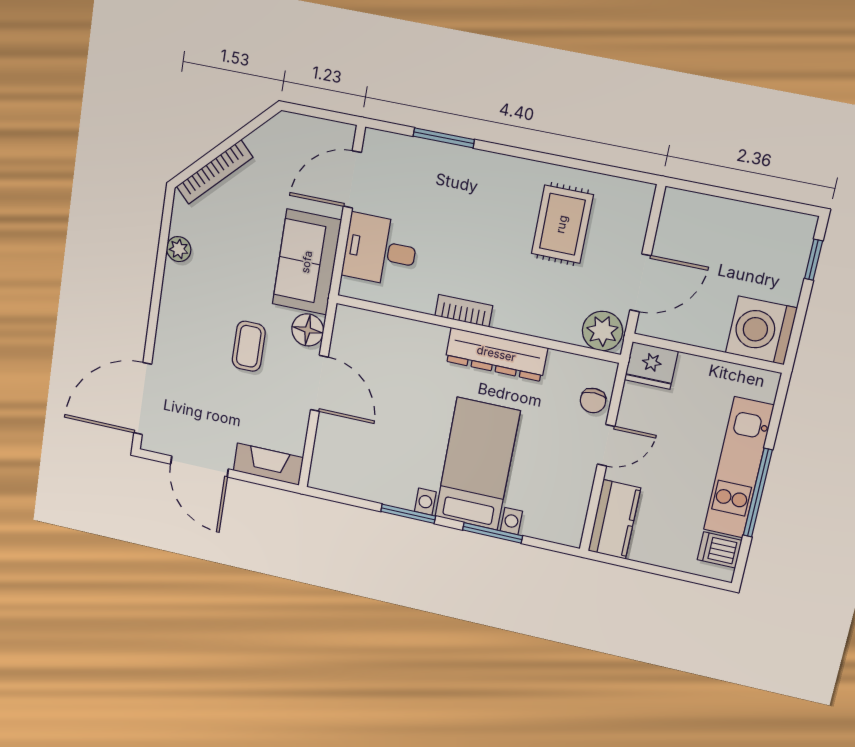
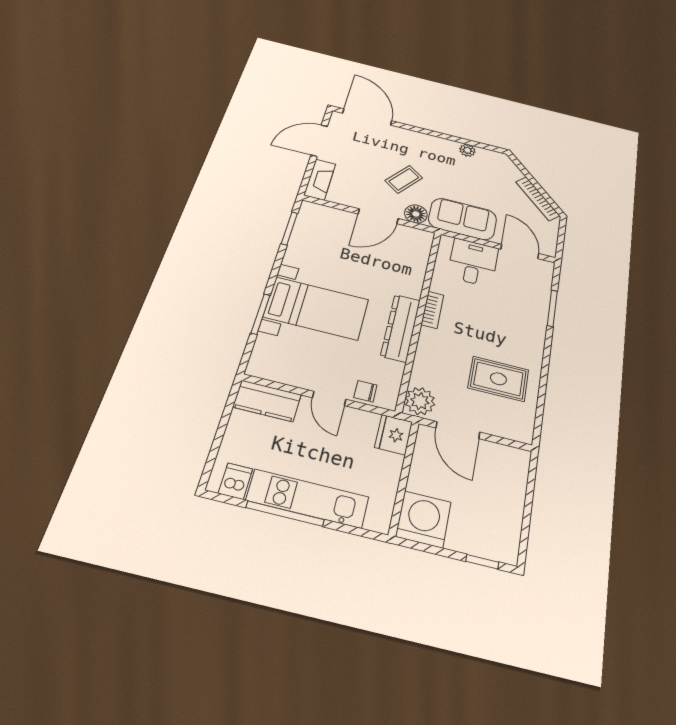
bookcase: (215, 172) -> (538, 199), moved
coffee table: (249, 346) -> (404, 179), turned -53
window: (408, 514) -> (289, 228), moved

